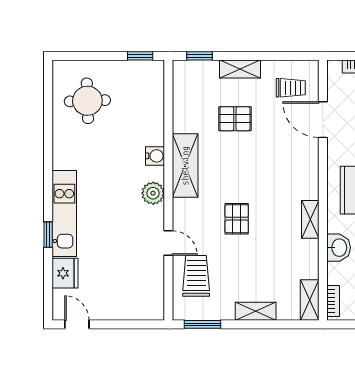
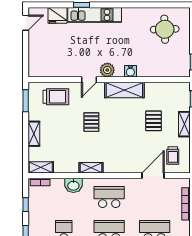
pallet: (237, 219) -> (91, 122), turned 90
door: (168, 243) -> (89, 80), moved

